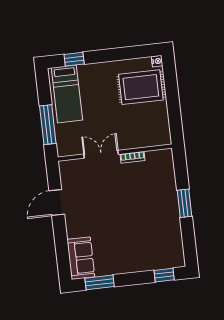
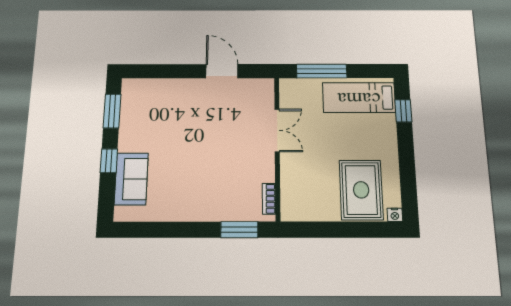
bookcase: (132, 157) -> (269, 199), moved
window: (184, 203) -> (239, 230), moved
sofa: (81, 258) -> (131, 179), moved, turned -90
window: (164, 275) -> (109, 161), moved

